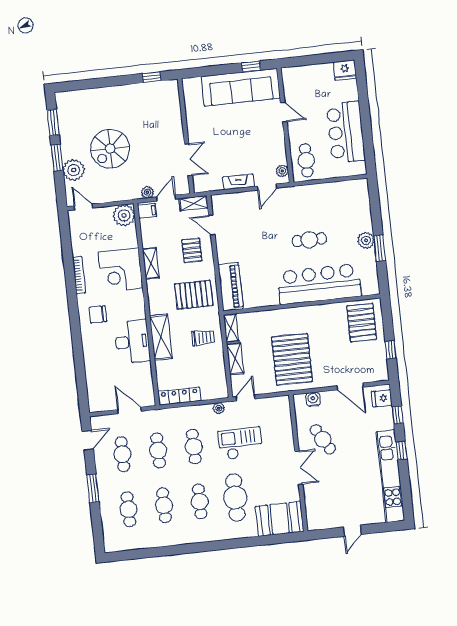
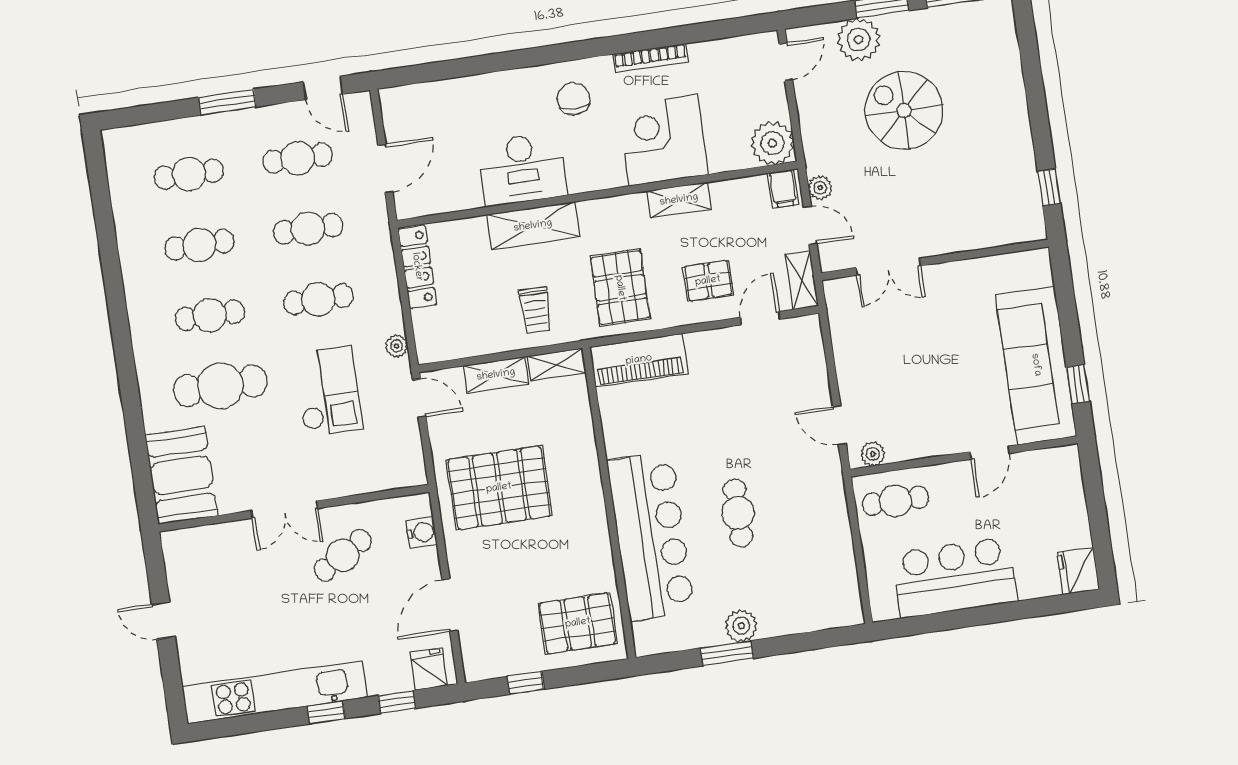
fireplace: (238, 182) -> (848, 367), removed

